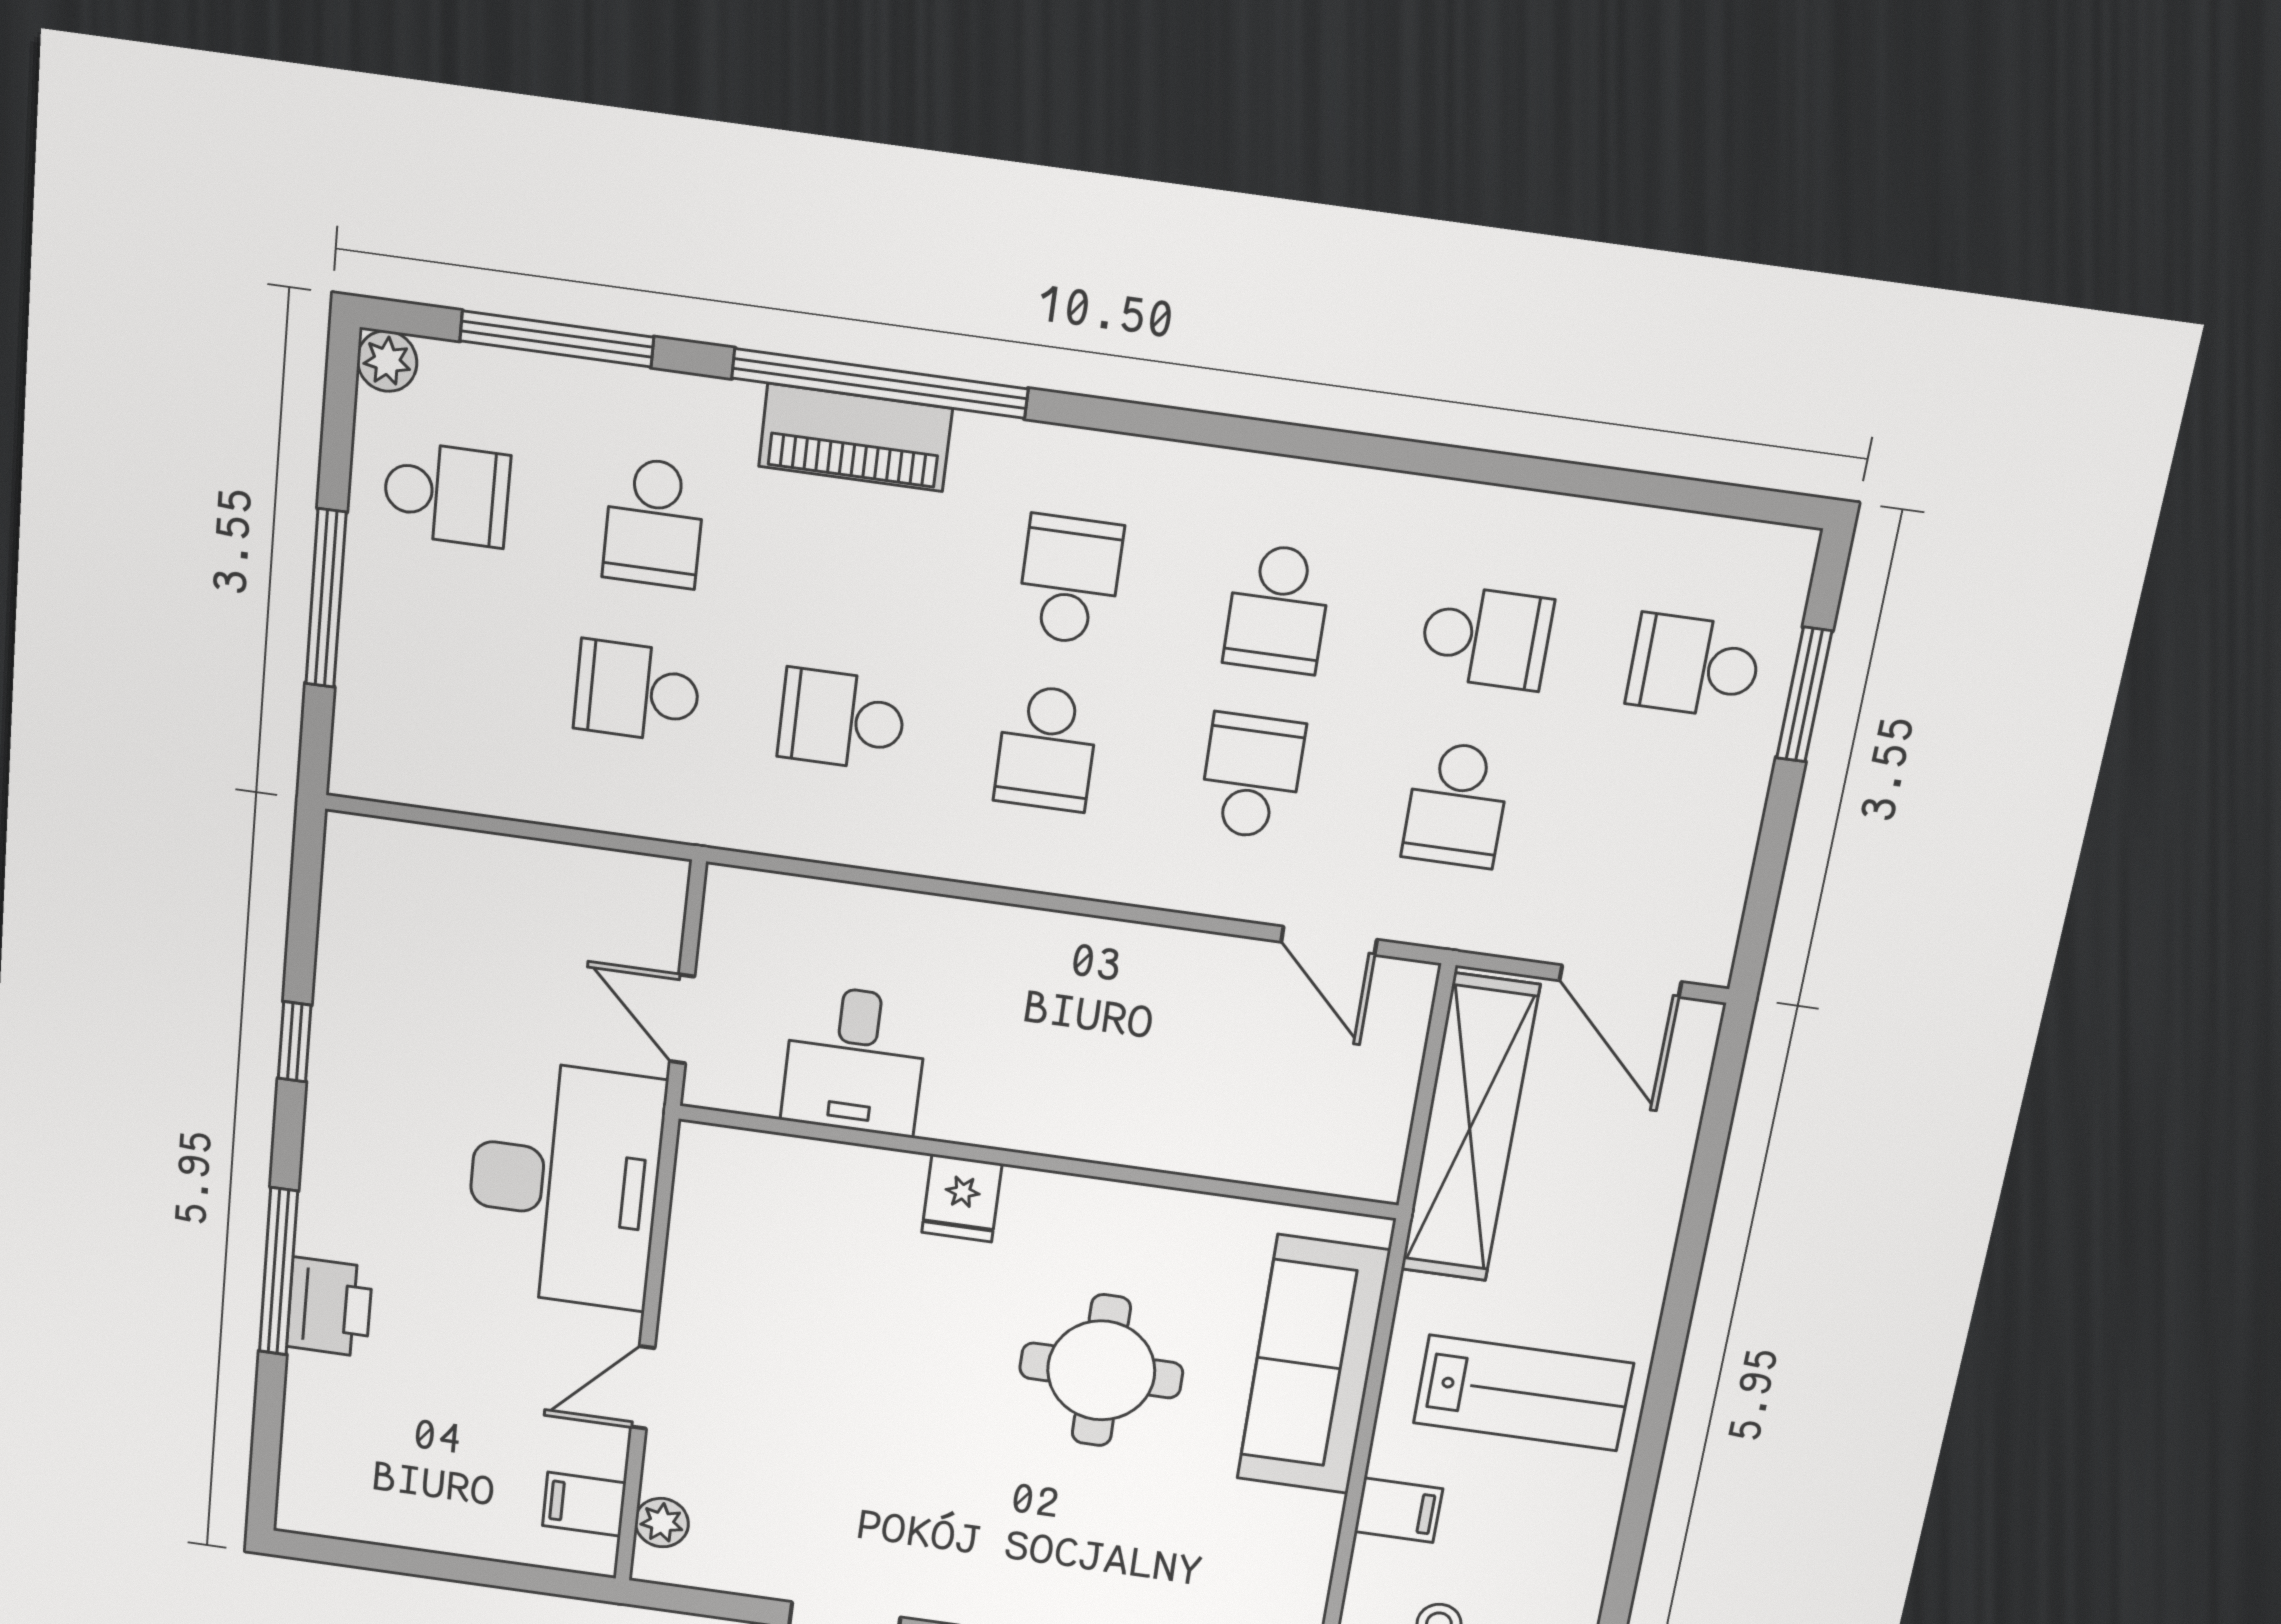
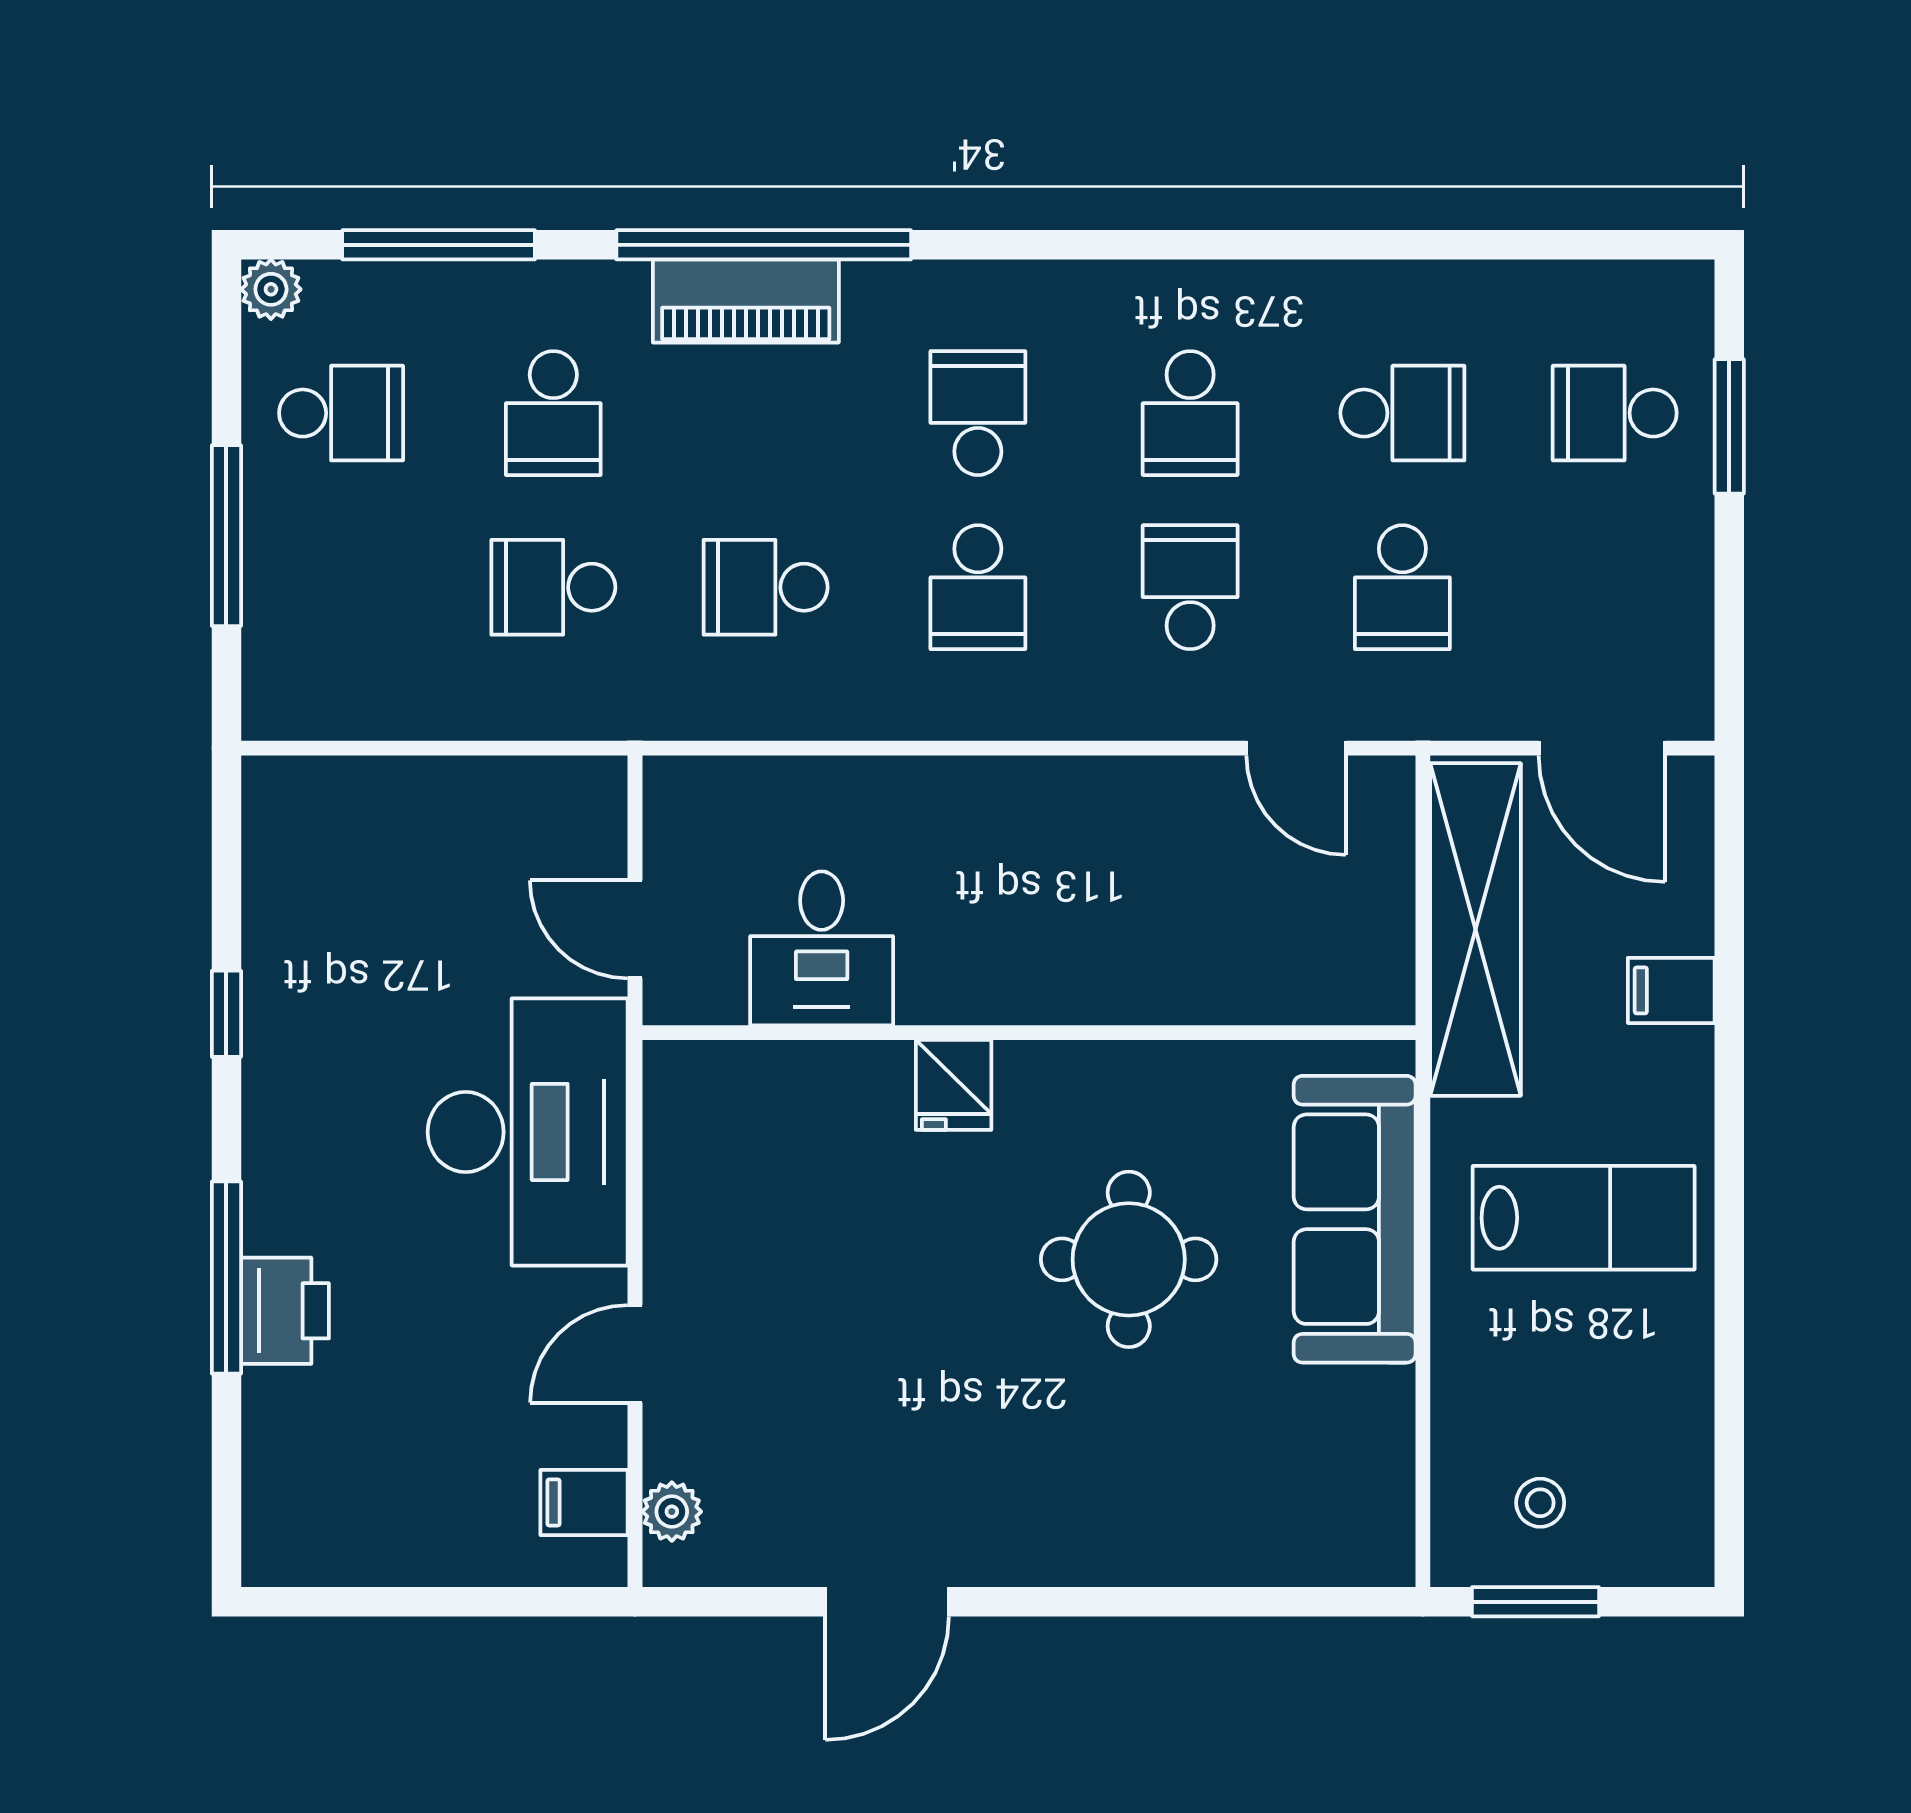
filing cabinet: (1398, 1510) -> (1671, 990), moved, turned 180

